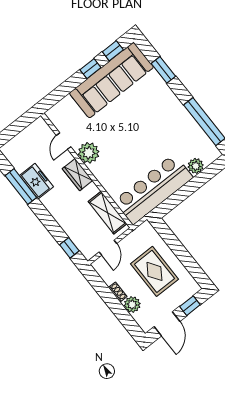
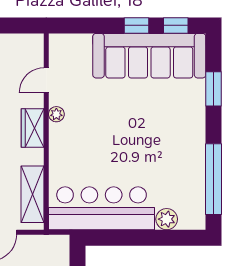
plant: (89, 153) -> (56, 114), width x0.53, depth x0.53

